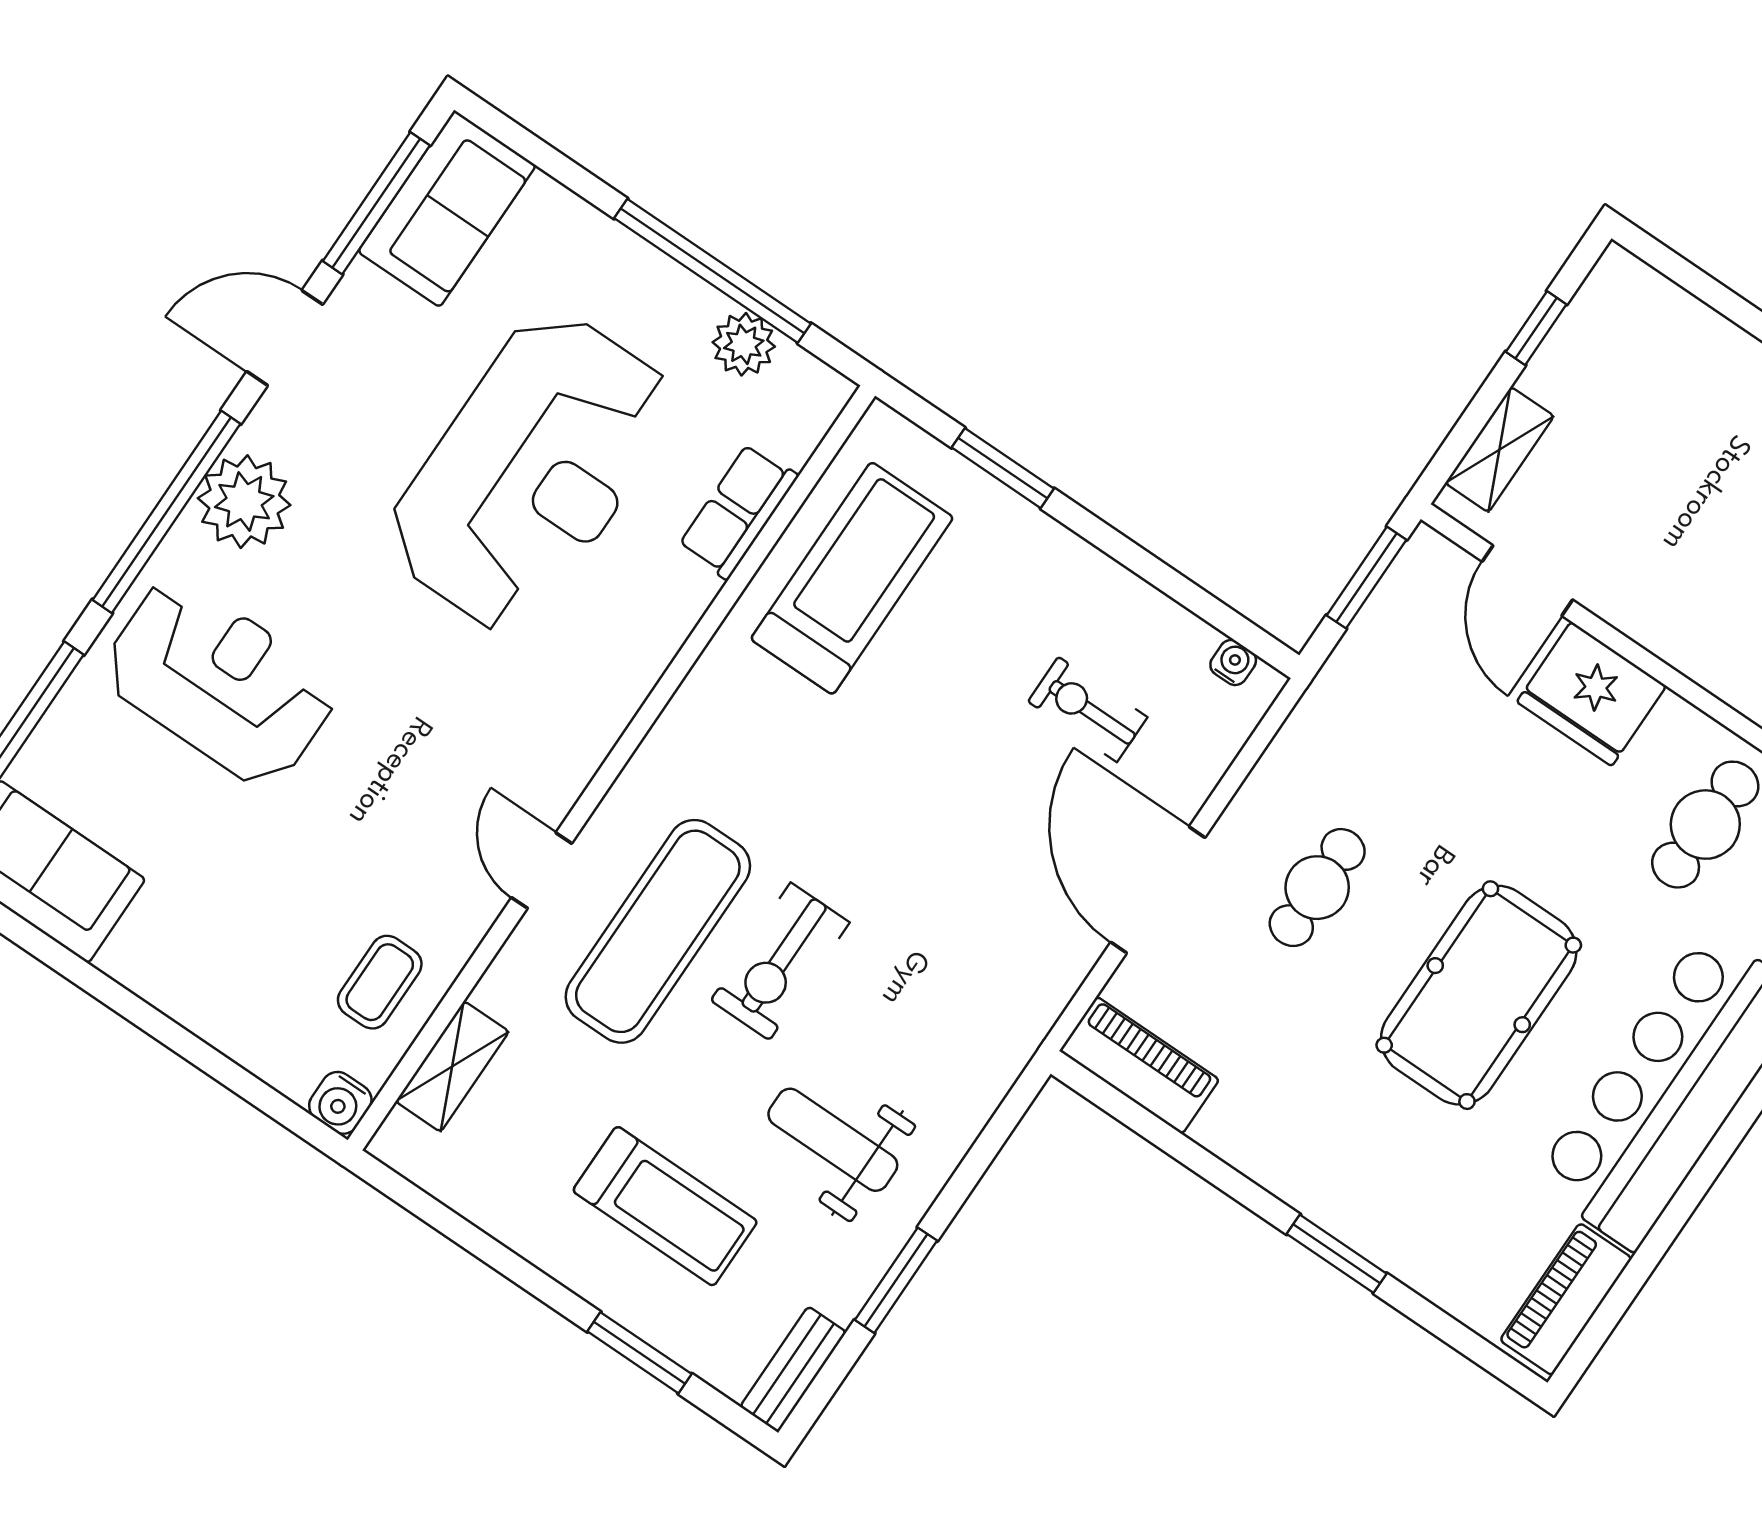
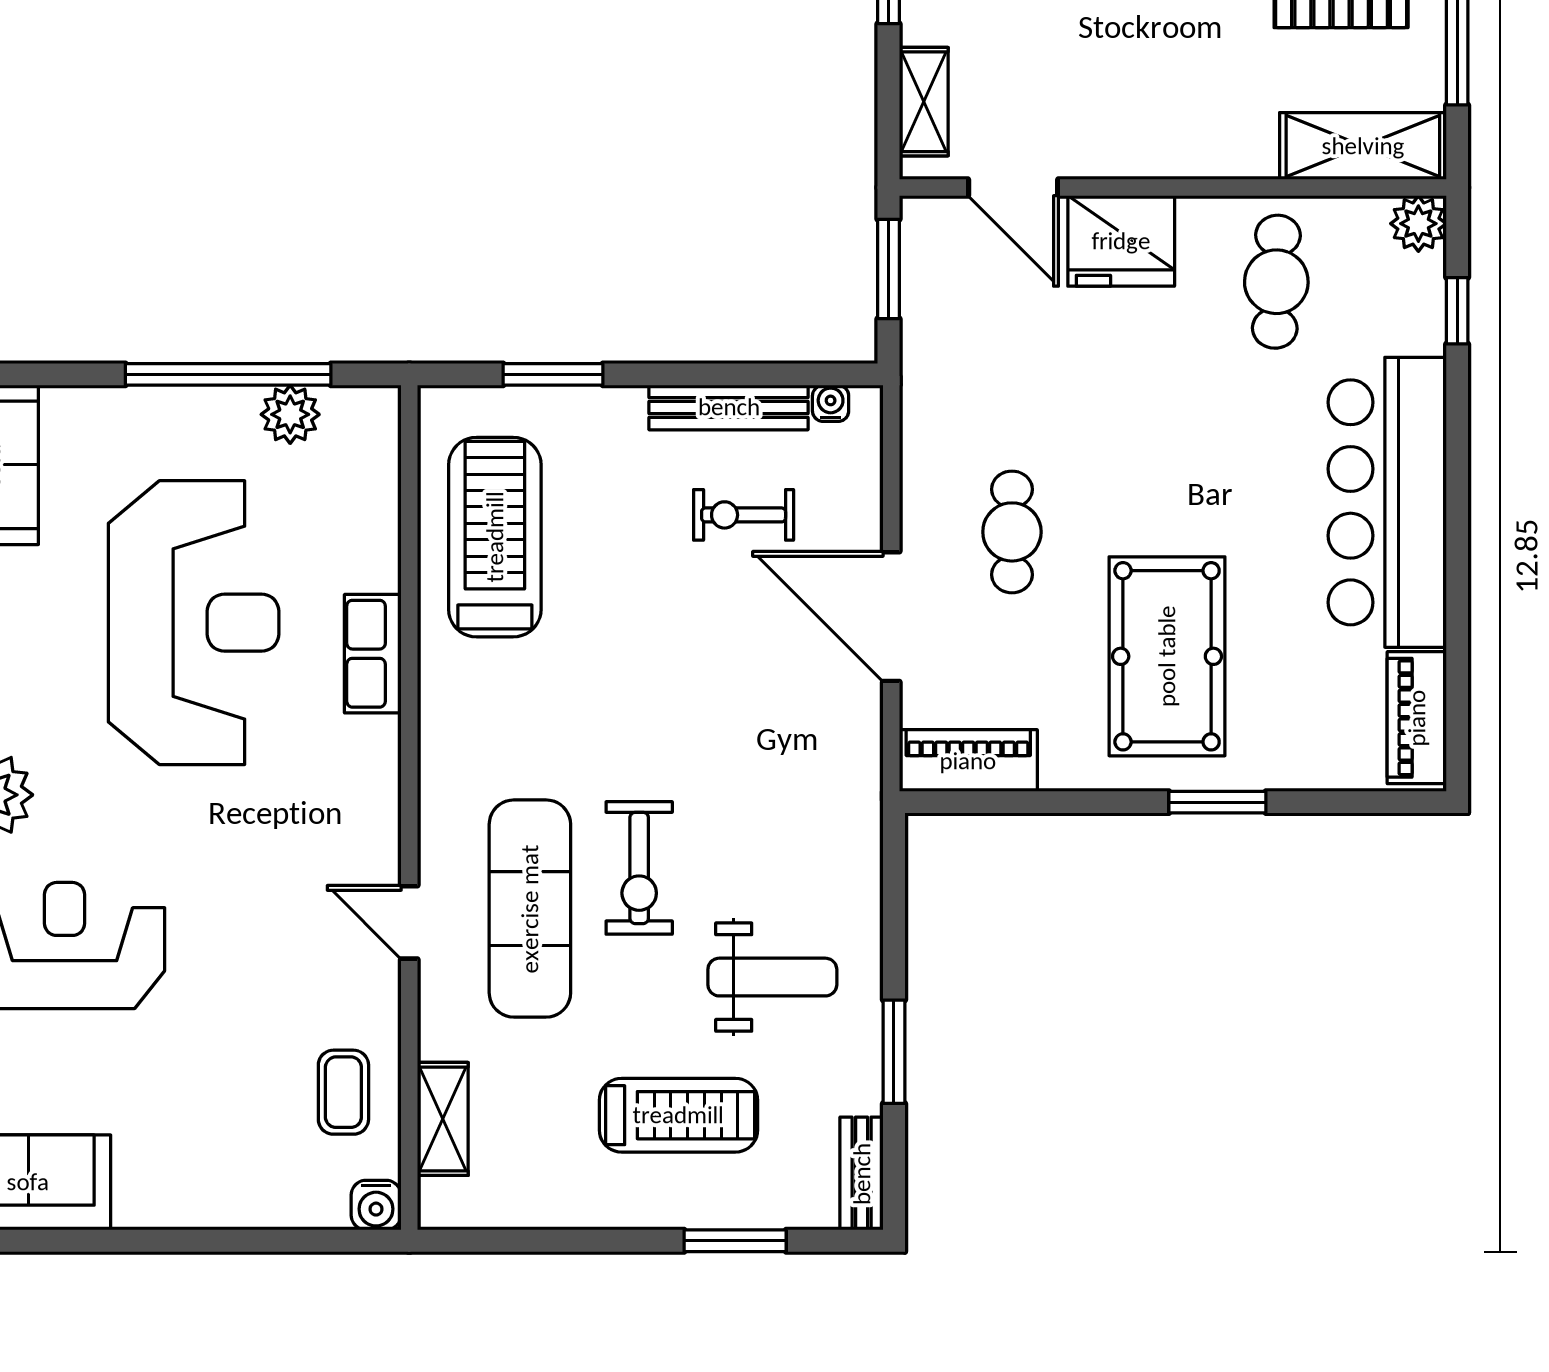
row of seats: (738, 511) -> (373, 654), moved
bench: (1139, 604) -> (729, 407), added
pool table: (1479, 995) -> (1167, 656), moved
weight bench: (833, 1140) -> (772, 977), turned 180

